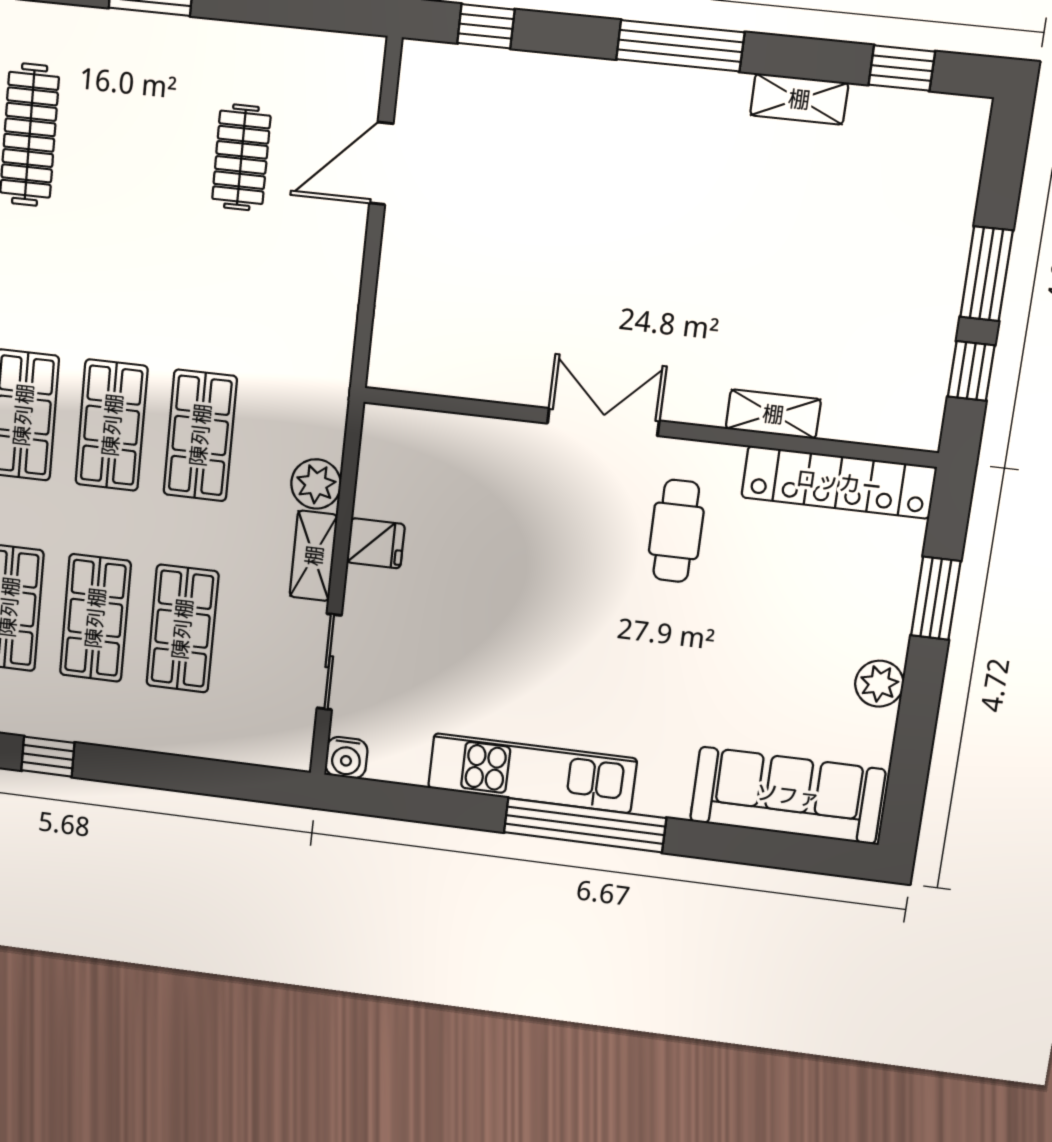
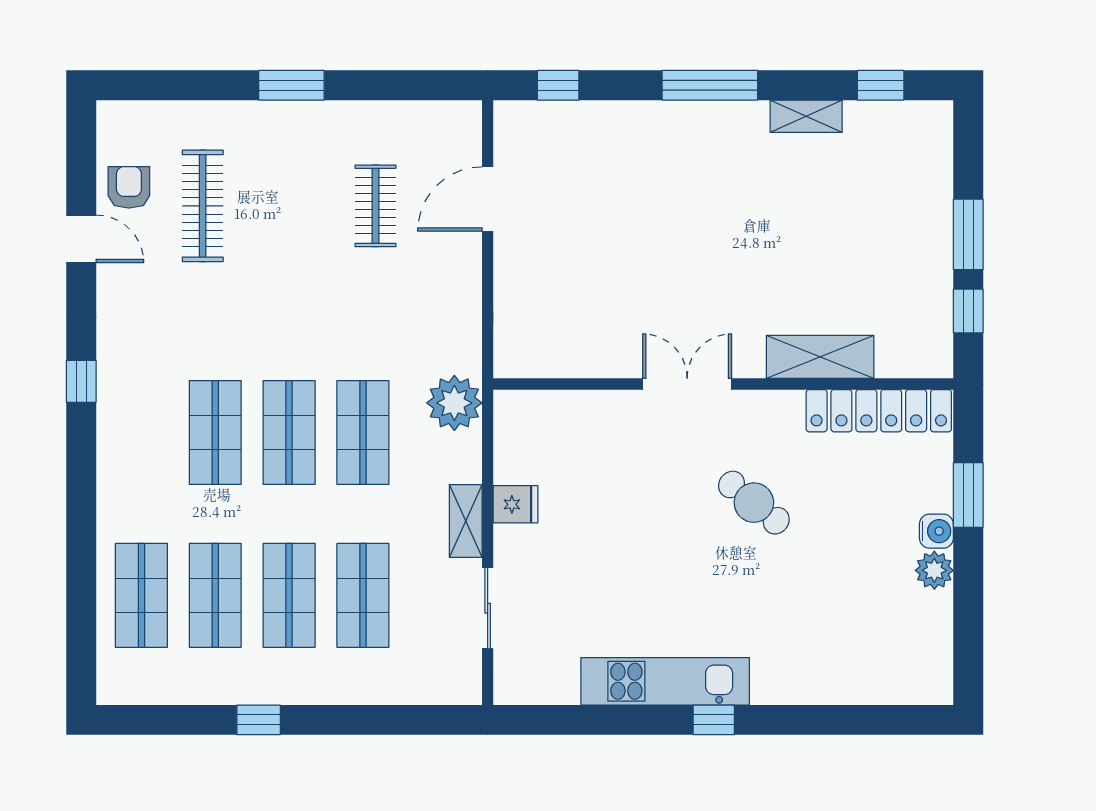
shelving: (773, 414) -> (820, 357), width x1.50, depth x1.33
plant: (316, 484) -> (454, 403), moved, width x1.36, depth x1.36
cafe table: (676, 531) -> (754, 503), moved, turned -51
water cooler: (346, 758) -> (936, 531), moved, turned -90
sofa: (788, 795) -> (875, 673), removed
window: (585, 825) -> (714, 720), width x0.32

